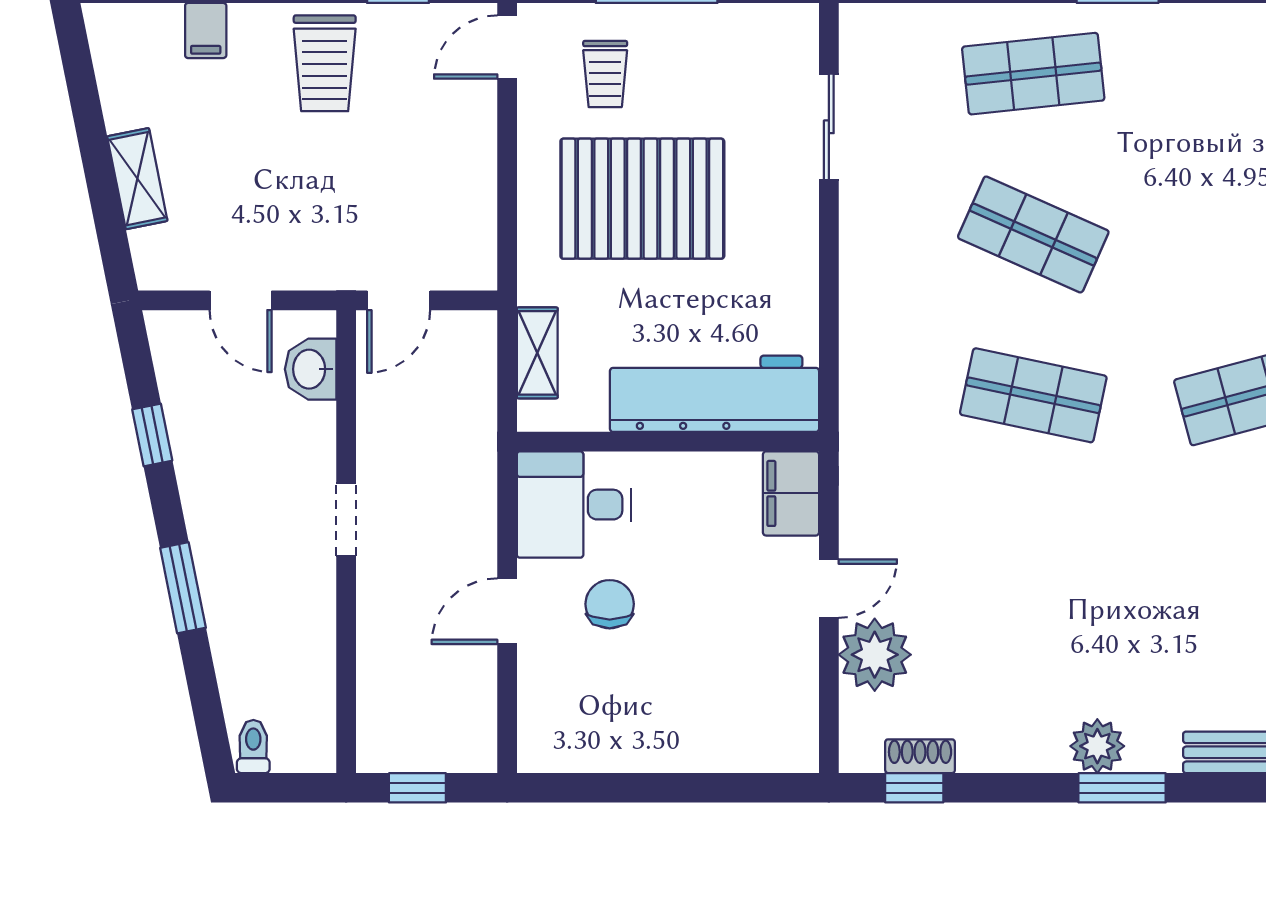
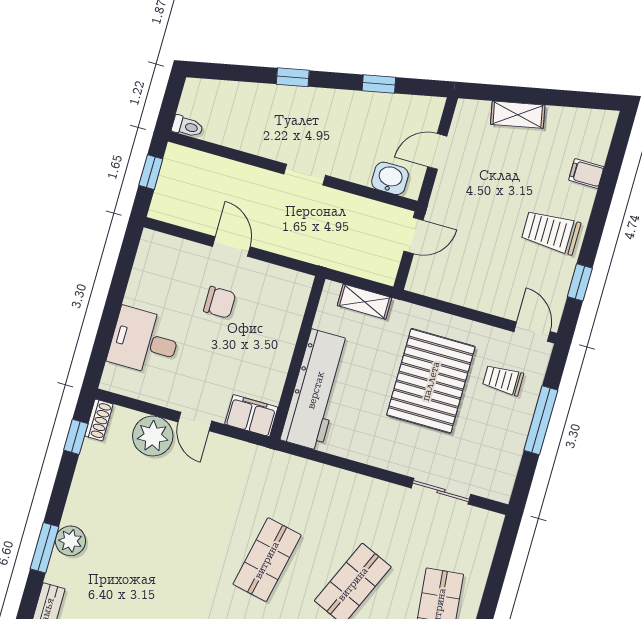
door: (399, 300) -> (413, 236), swing flipped
desk: (574, 505) -> (144, 341), moved, turned -90
window: (183, 588) -> (293, 77), width x0.67
toilet: (253, 747) -> (187, 126), moved
shoe rack: (920, 756) -> (99, 420), moved

